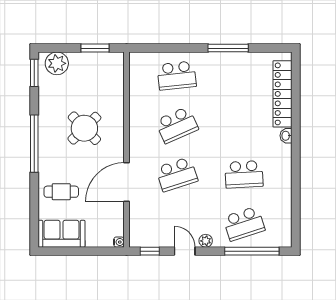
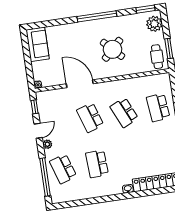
cafe table: (61, 192) -> (157, 57), moved

